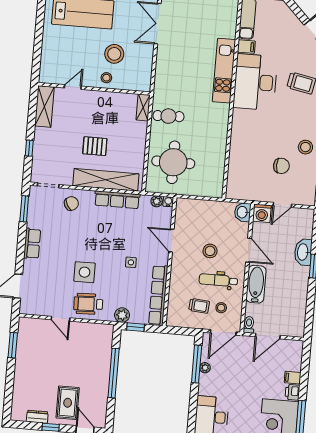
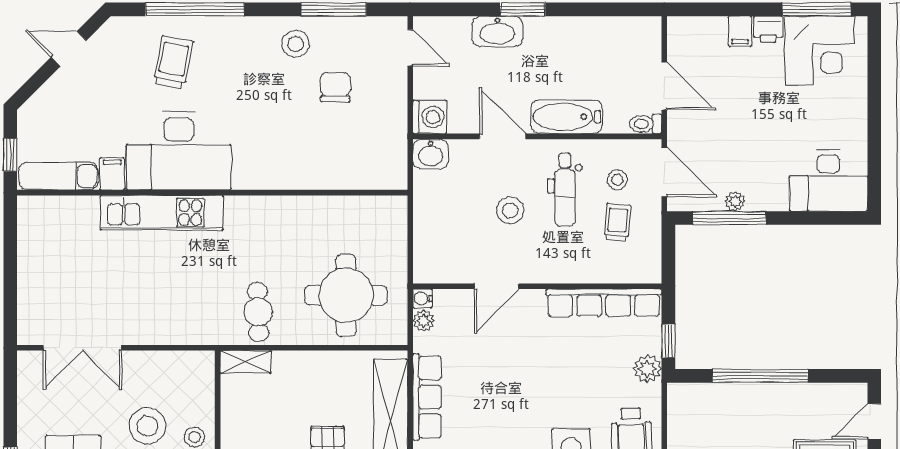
door: (282, 205) -> (410, 48), moved
door: (249, 250) -> (503, 136), hinge flipped
side table: (131, 262) -> (545, 360), removed

